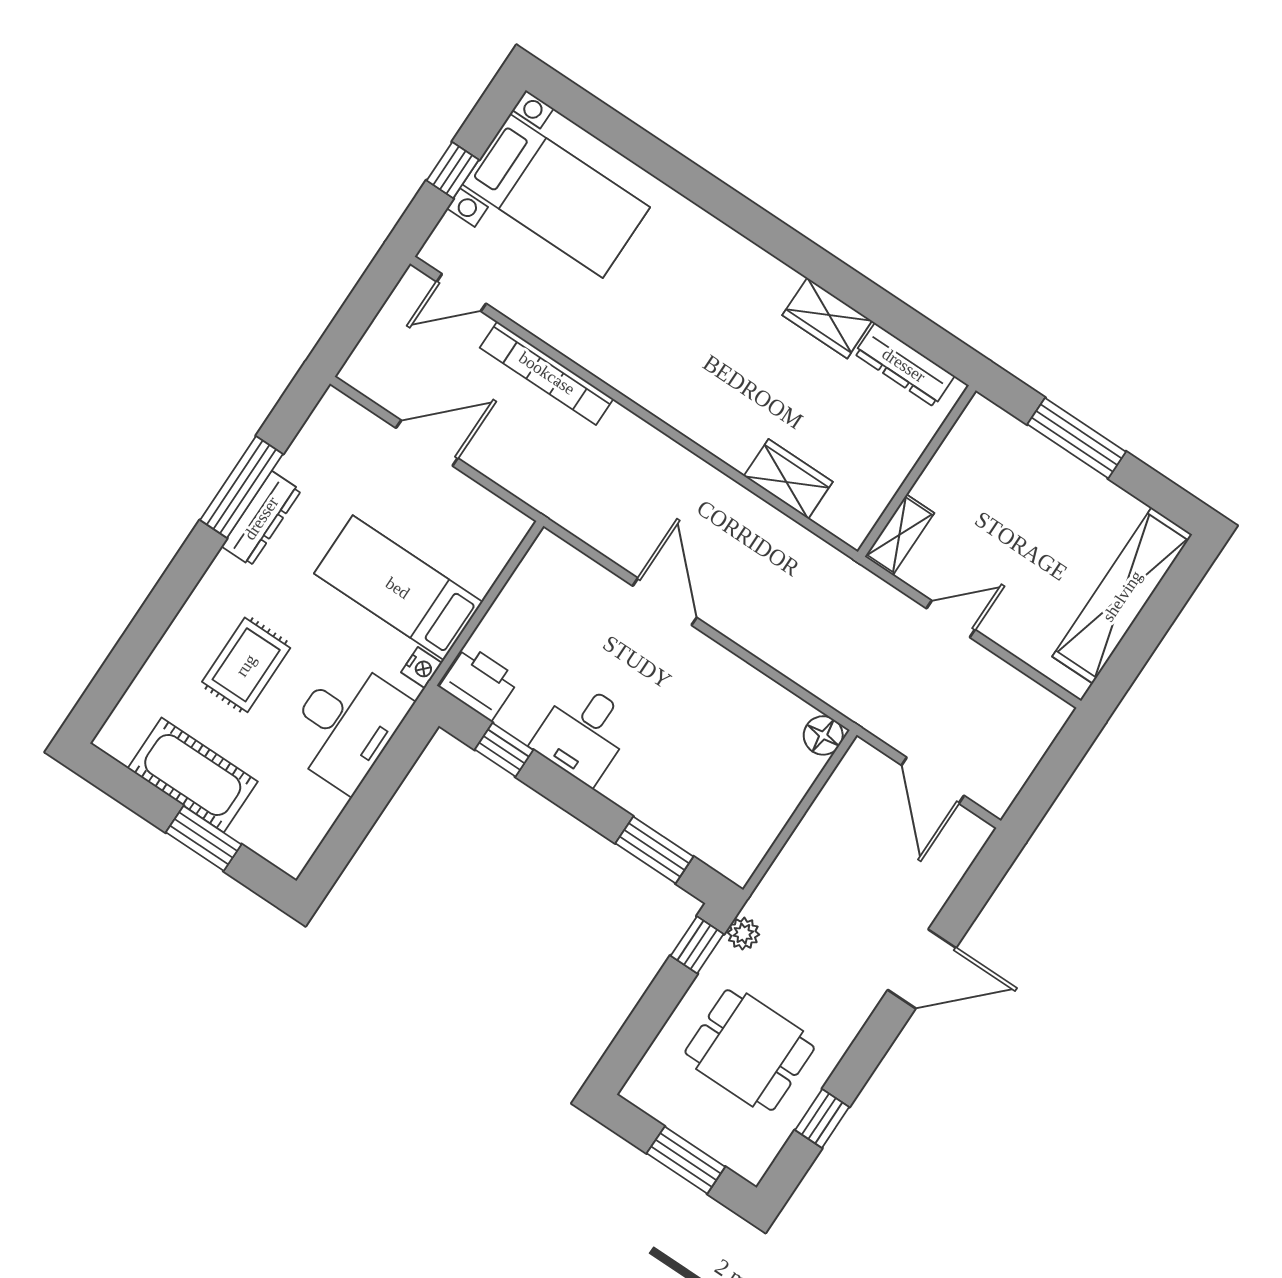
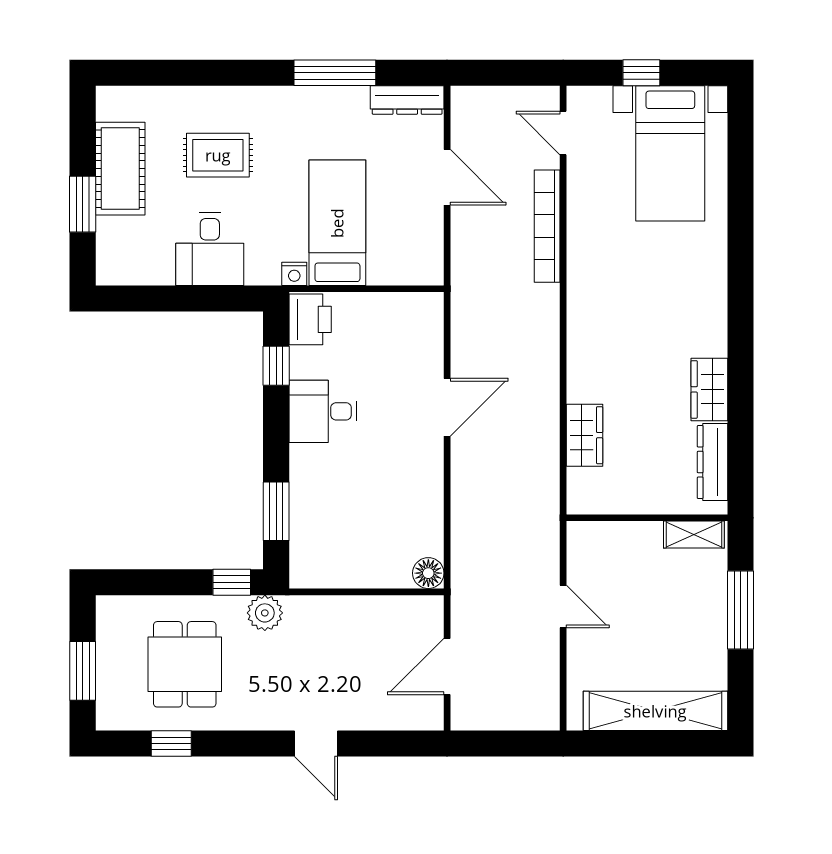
dresser: (261, 518) -> (407, 100), moved
shelving: (900, 535) -> (694, 535), moved
desk: (346, 725) -> (210, 249), width x0.73
plant: (743, 934) -> (265, 613), width x1.38, depth x1.38
door: (922, 969) -> (316, 743), width x0.73

